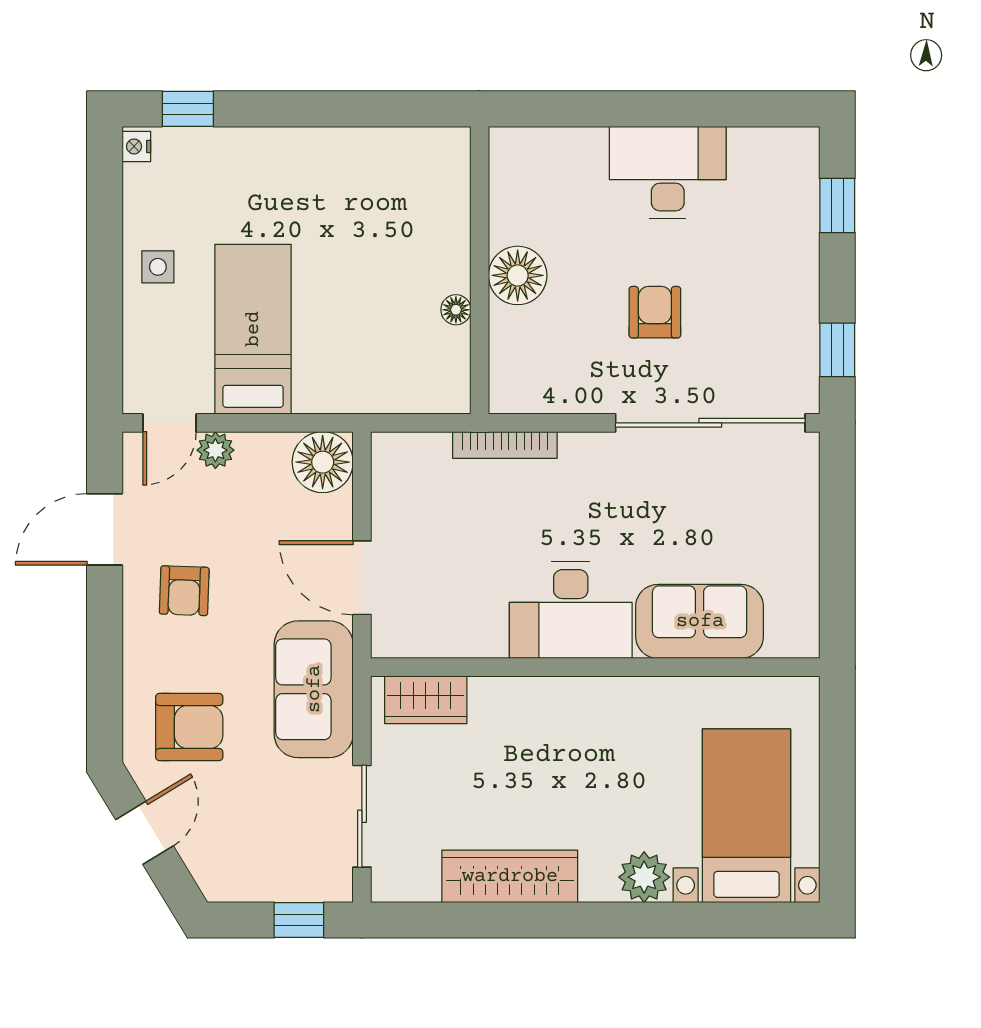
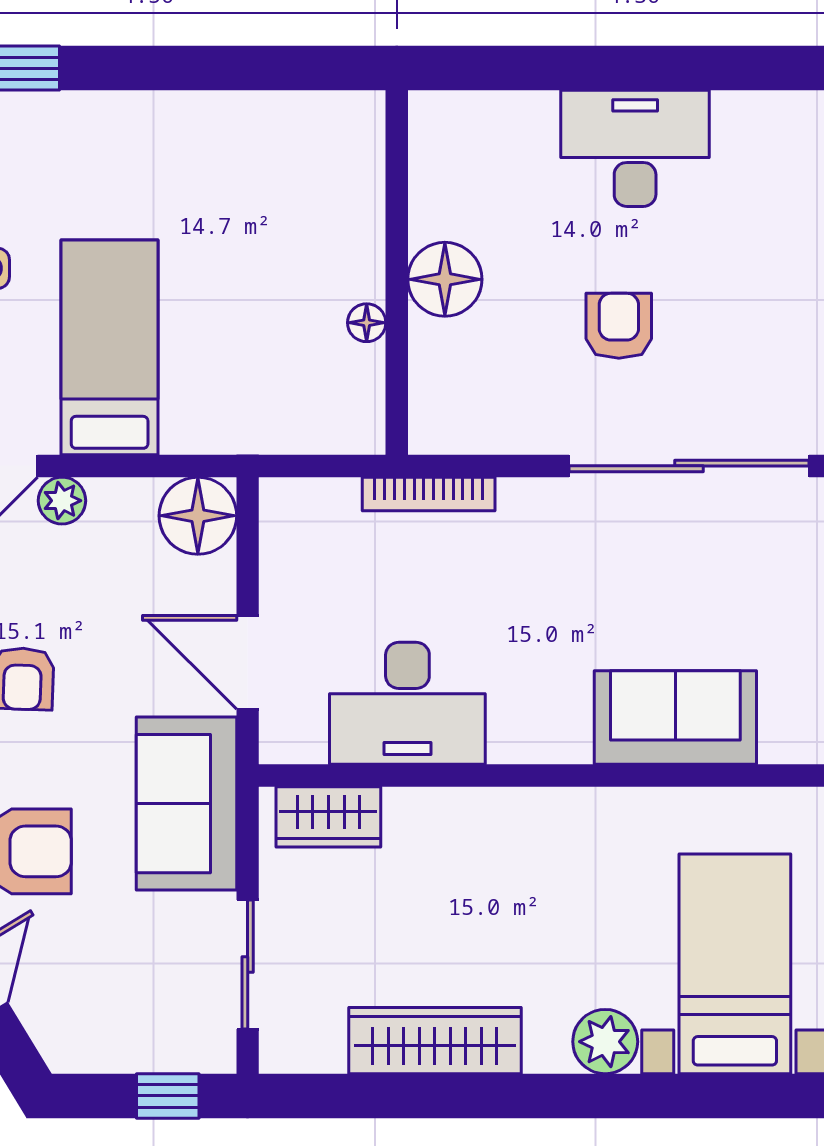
desk: (571, 610) -> (407, 703), moved

